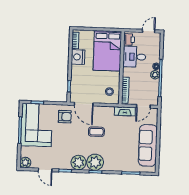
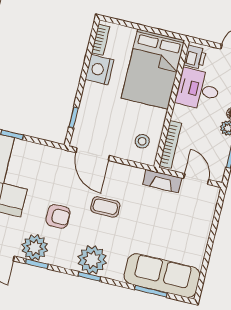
door: (143, 106) -> (196, 179), swing flipped
armchair: (65, 117) -> (58, 216), moved
sofa: (148, 145) -> (162, 276), moved, turned 90
plant: (79, 162) -> (35, 248), moved

